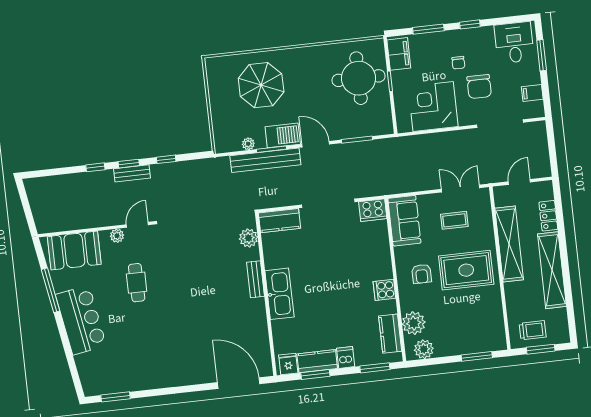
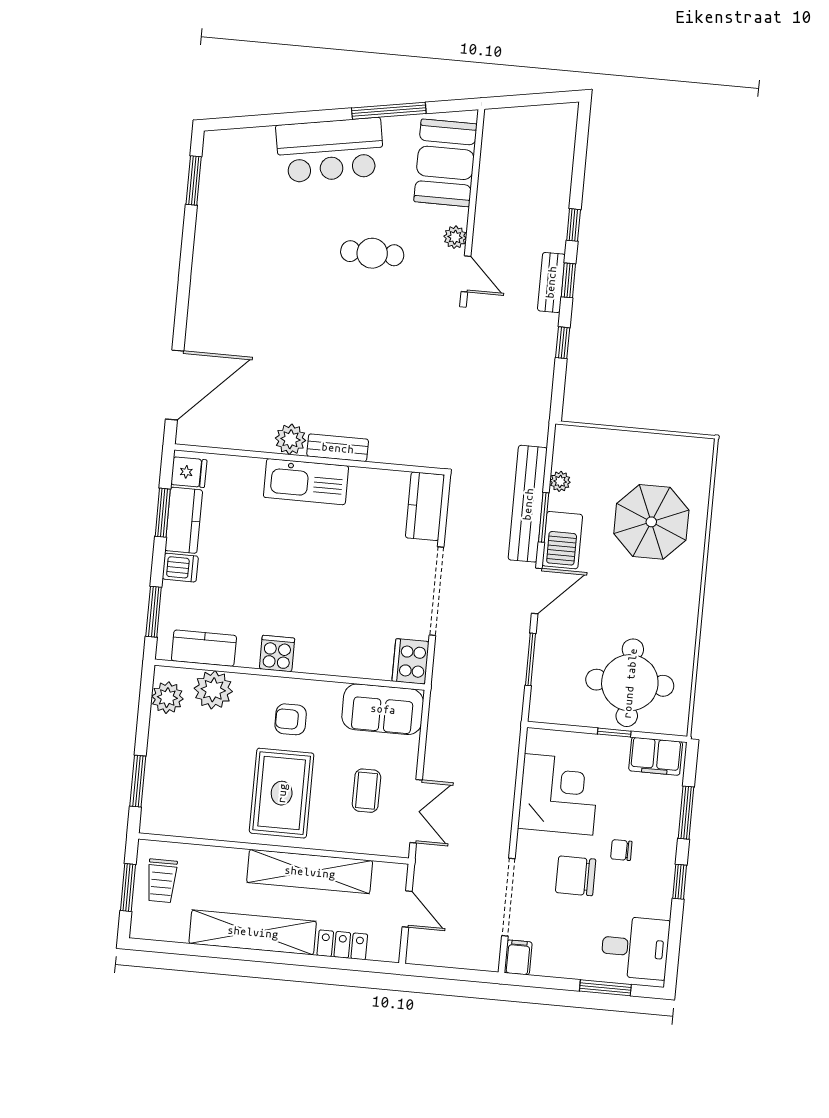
filing cabinet: (532, 93) -> (518, 957), moved
plant: (249, 238) -> (290, 439), moved

